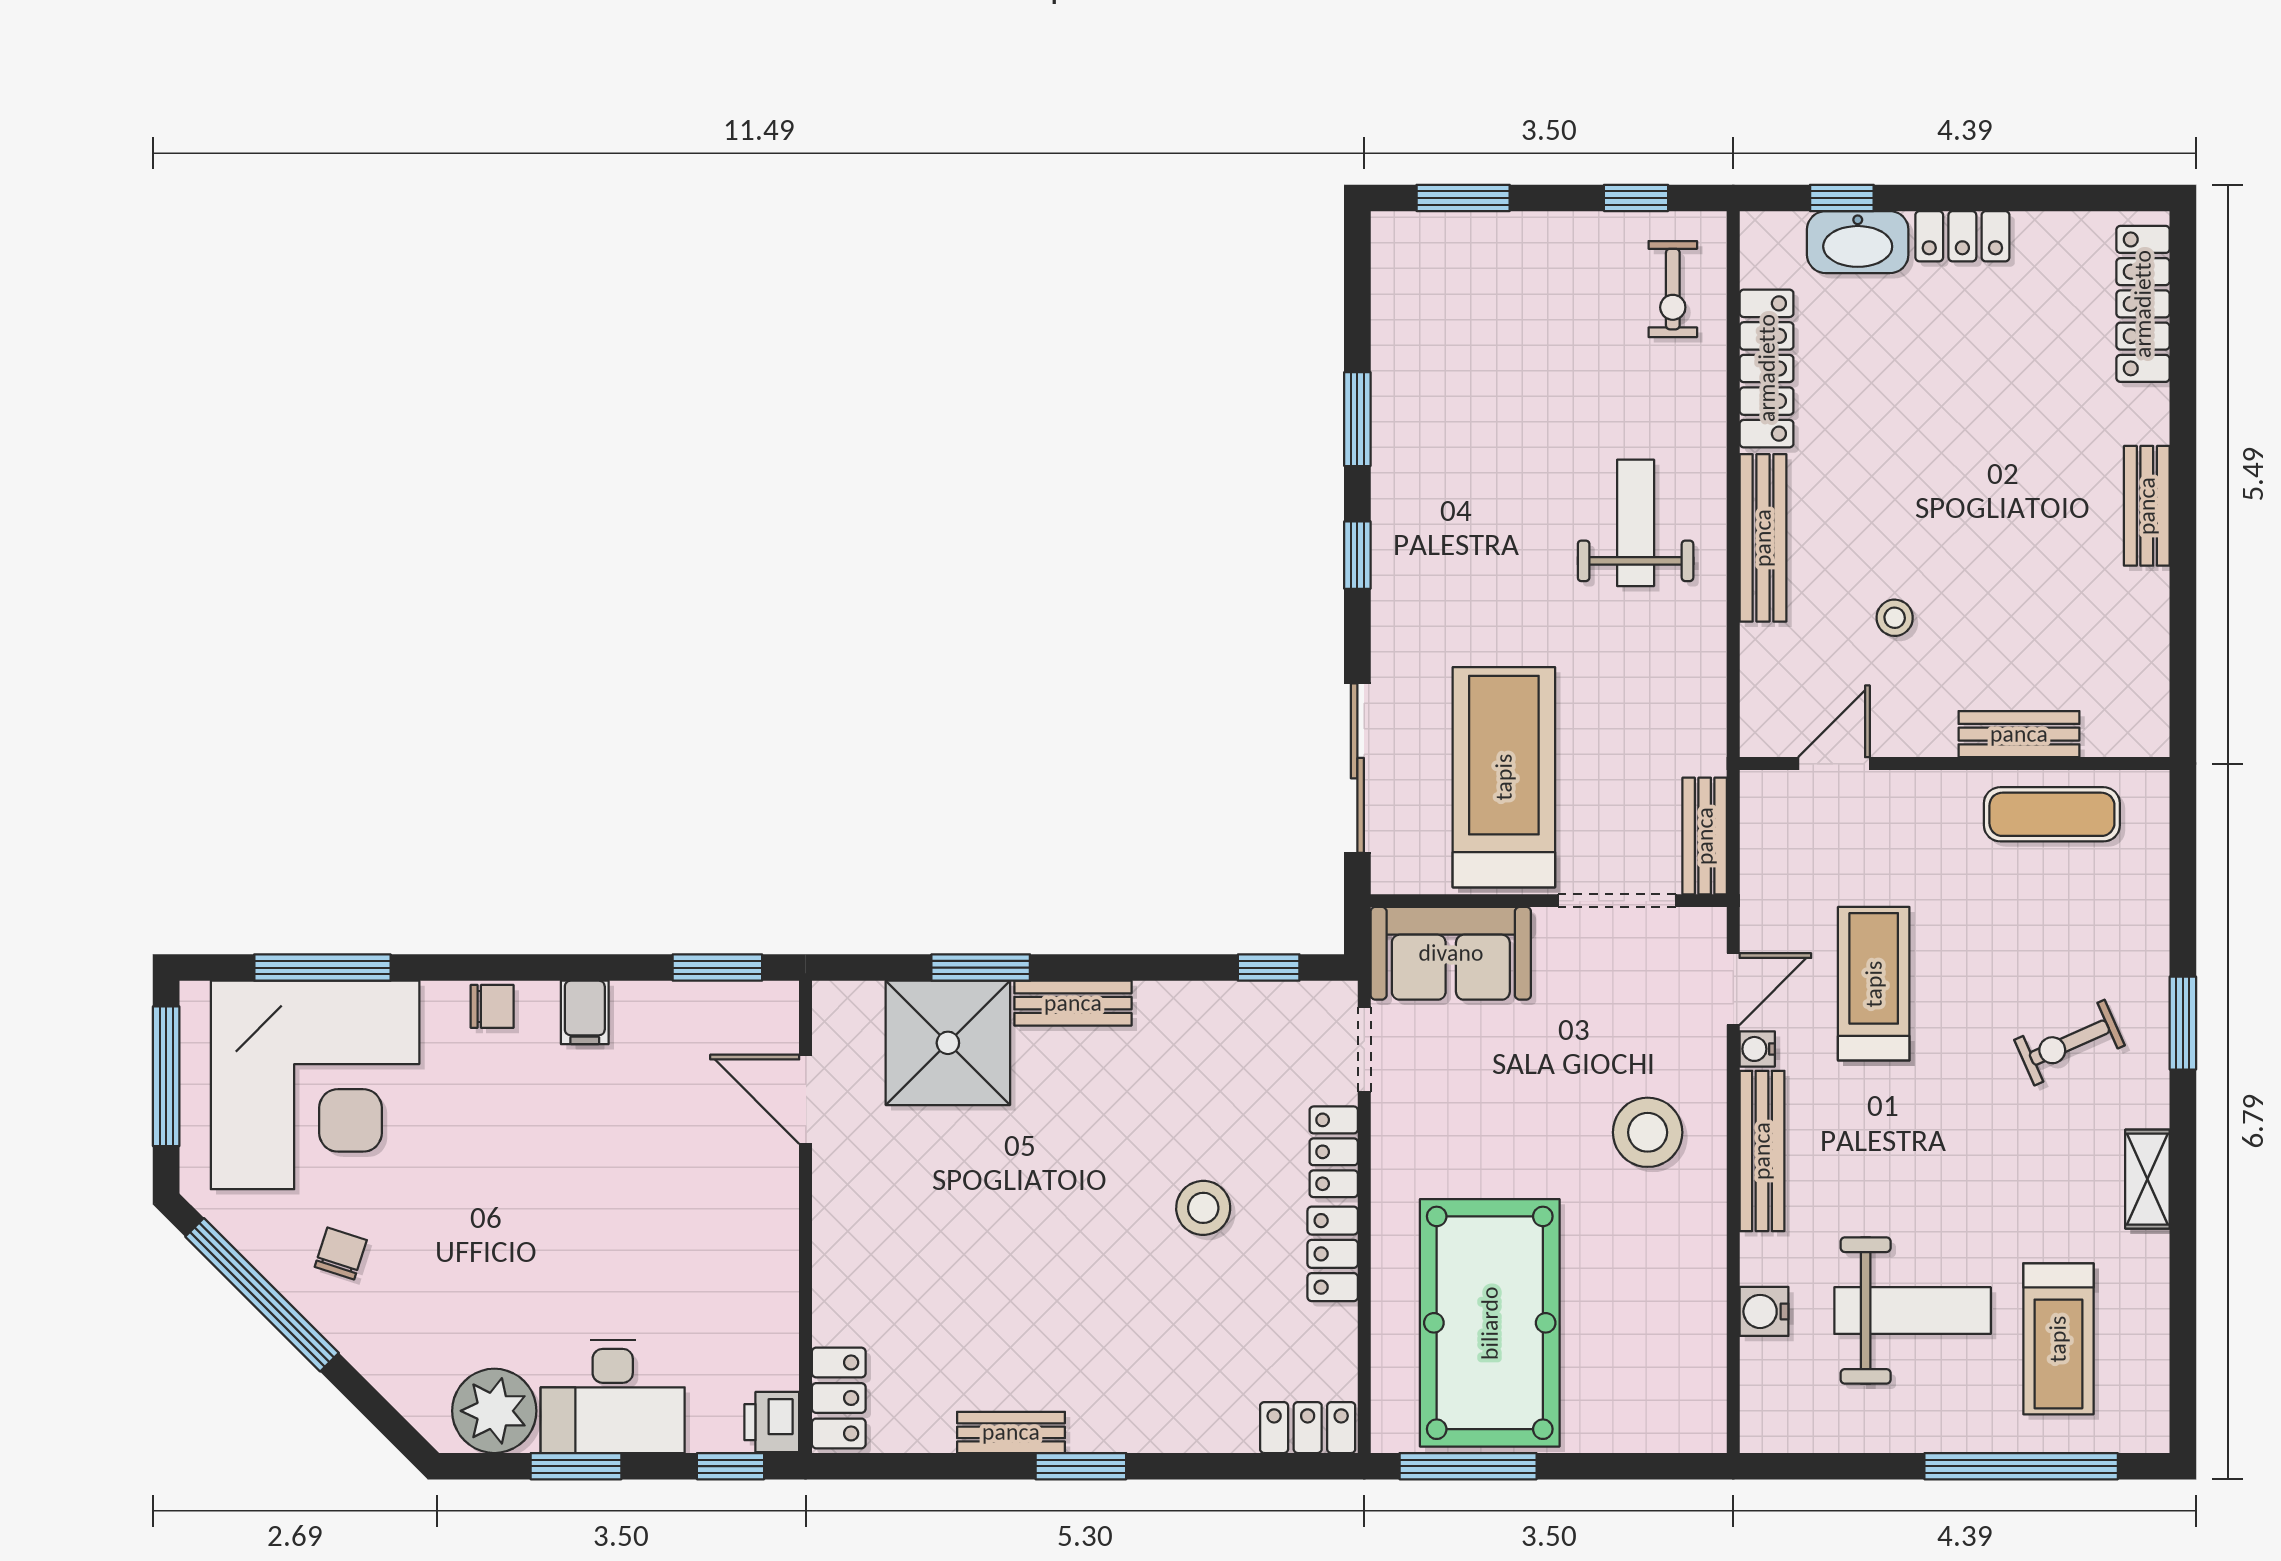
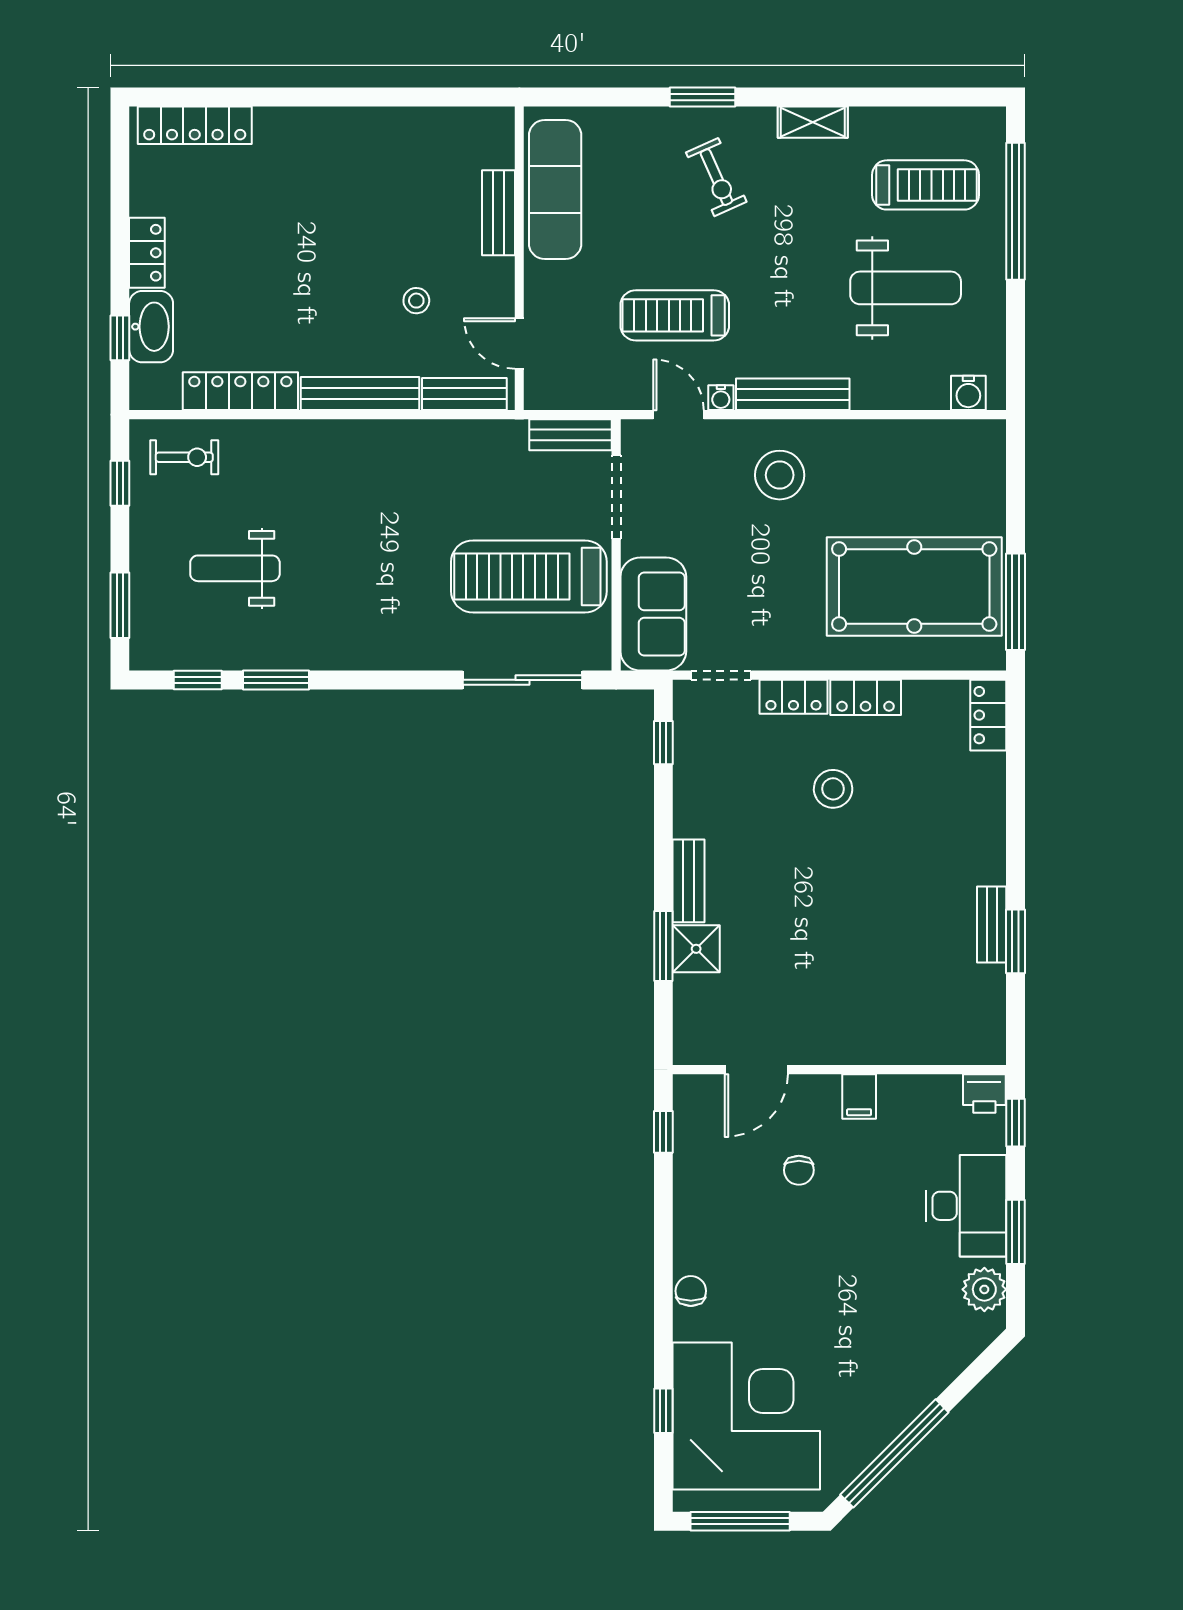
bench: (2147, 506) -> (464, 394), moved
weight bench: (1636, 523) -> (235, 568), moved
window: (1357, 555) -> (198, 680), moved
exercise mat: (2052, 814) -> (555, 190), width x1.36, depth x1.45
window: (322, 968) -> (663, 1411), width x0.46
window: (717, 968) -> (663, 1132), width x0.67
filing cabinet: (585, 1012) -> (859, 1097), moved, turned 90
shower: (948, 1043) -> (696, 949), width x0.54, depth x0.54
chair: (341, 1253) -> (799, 1170), moved, turned -108
water cooler: (1764, 1311) -> (968, 393), moved
weight bench: (1913, 1311) -> (906, 288), turned 90
locker: (839, 1398) -> (967, 1046), removed
plant: (494, 1411) -> (984, 1289), width x0.73, depth x0.73
window: (1081, 1466) -> (1015, 941), moved

